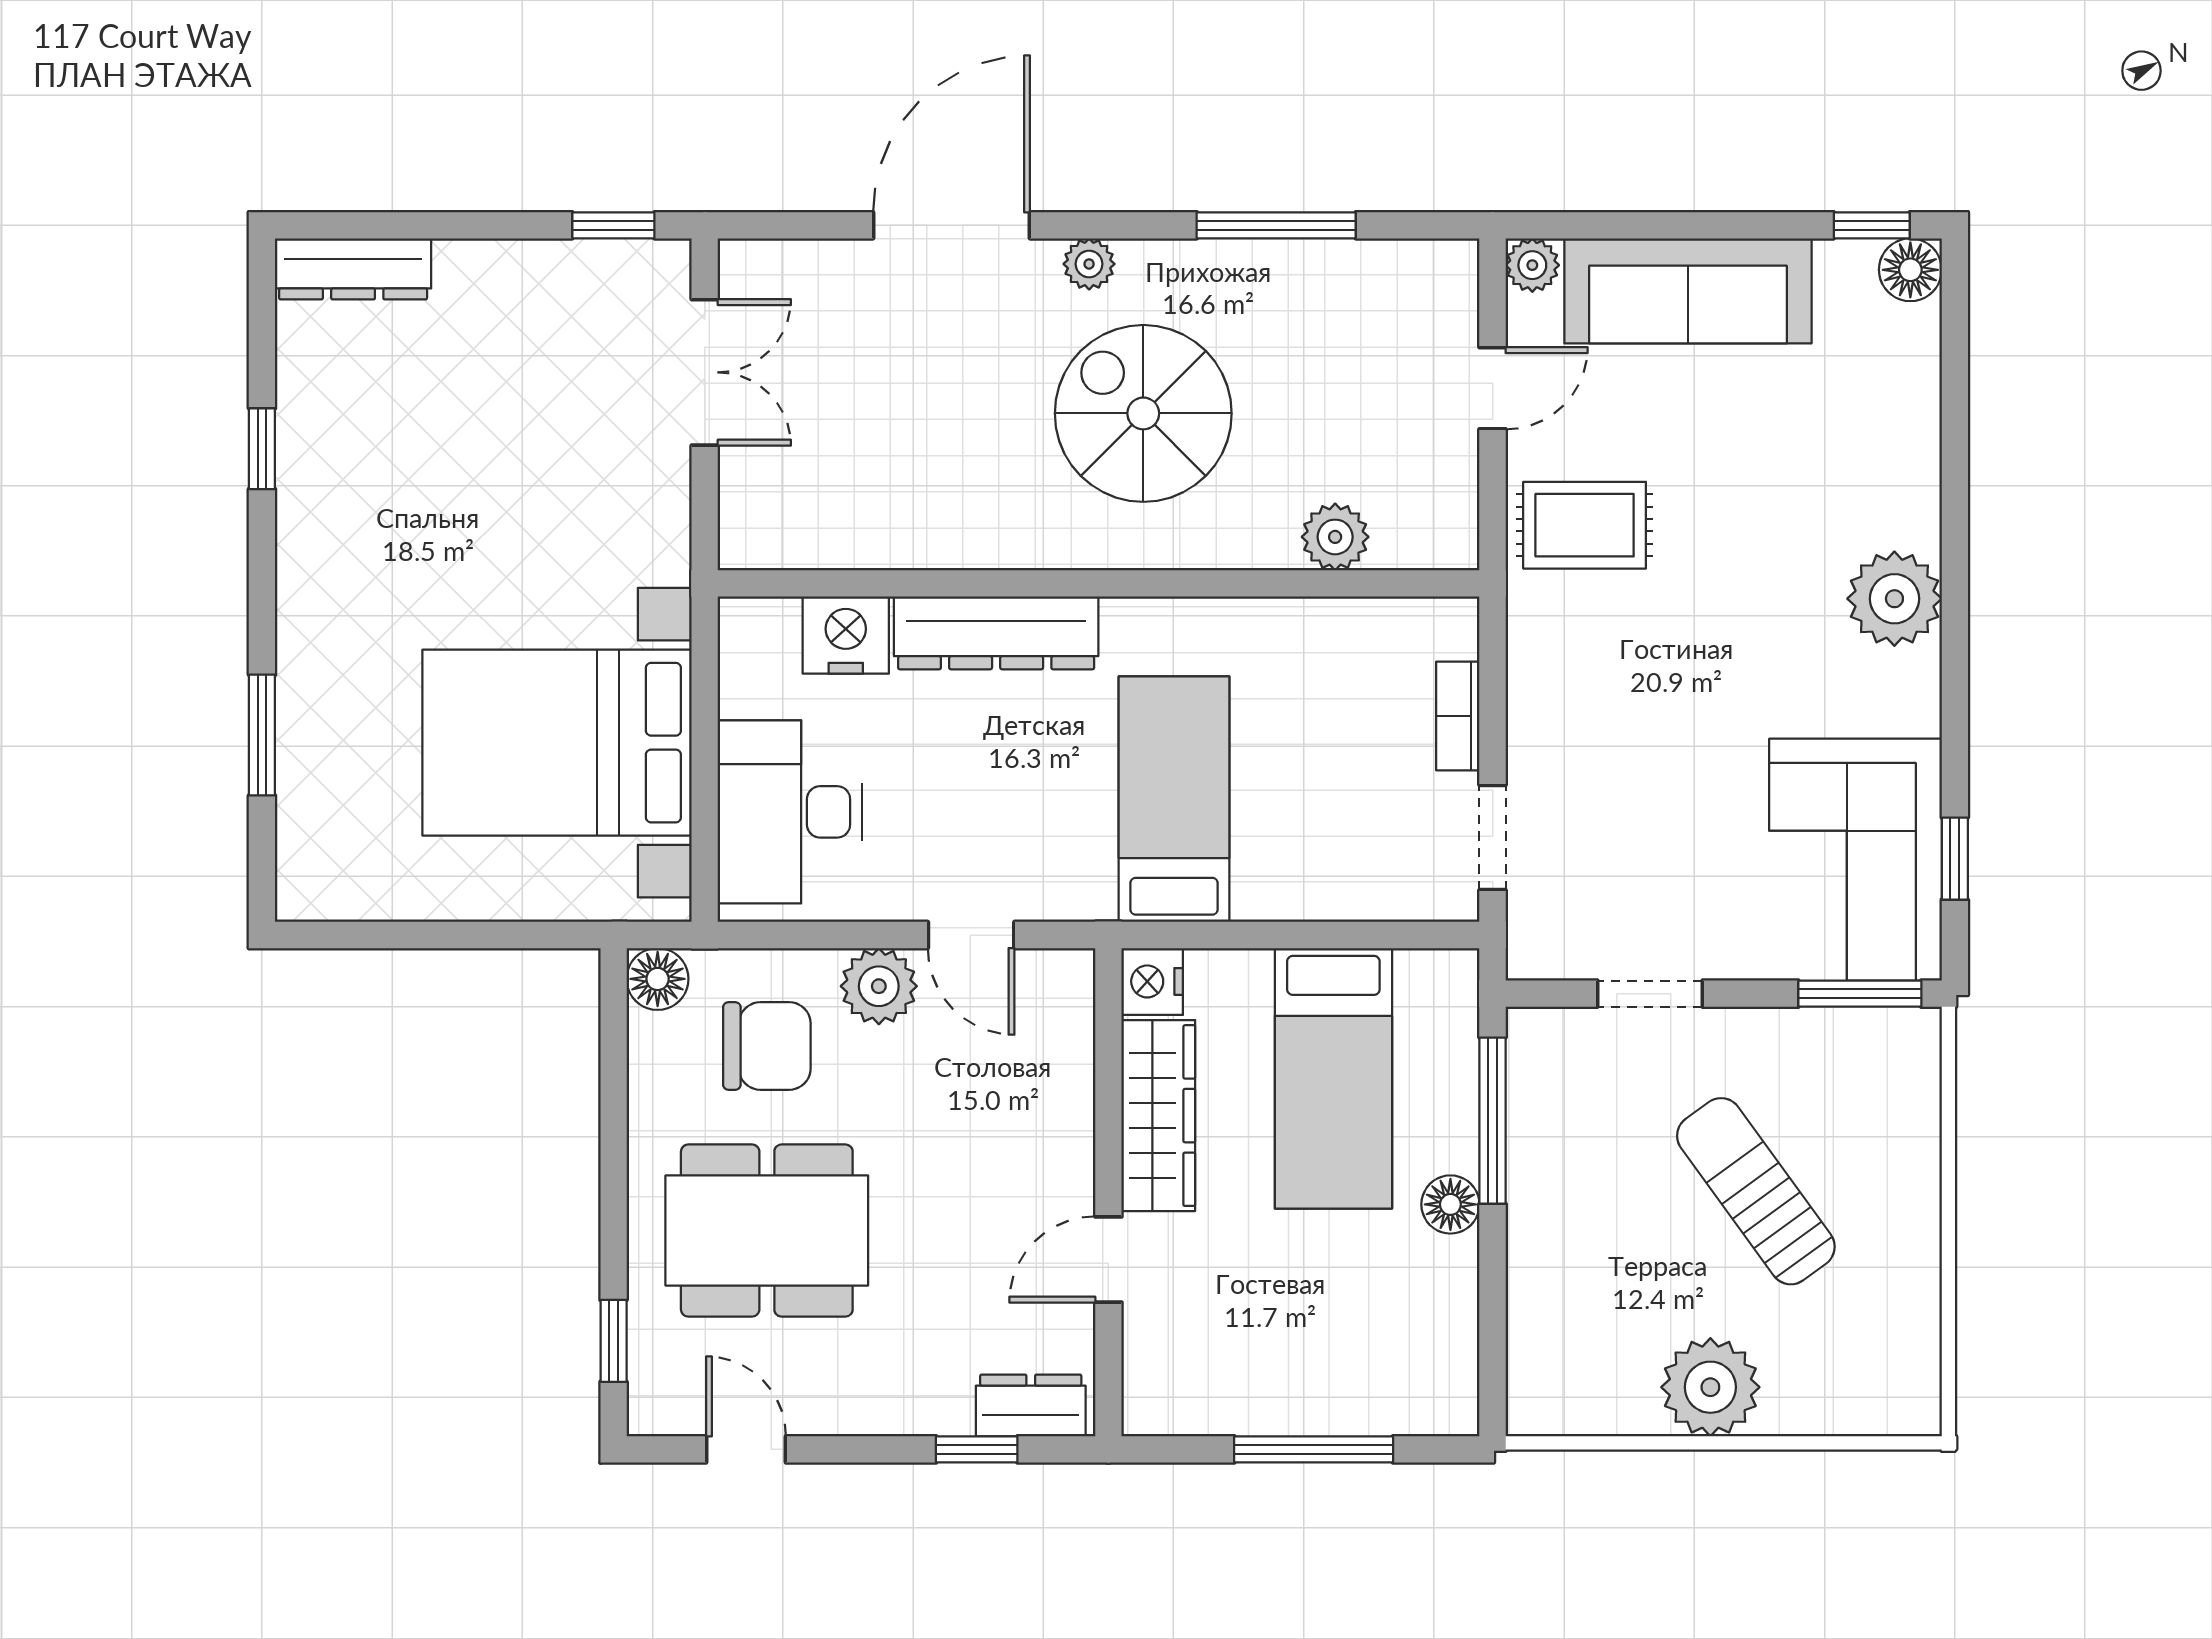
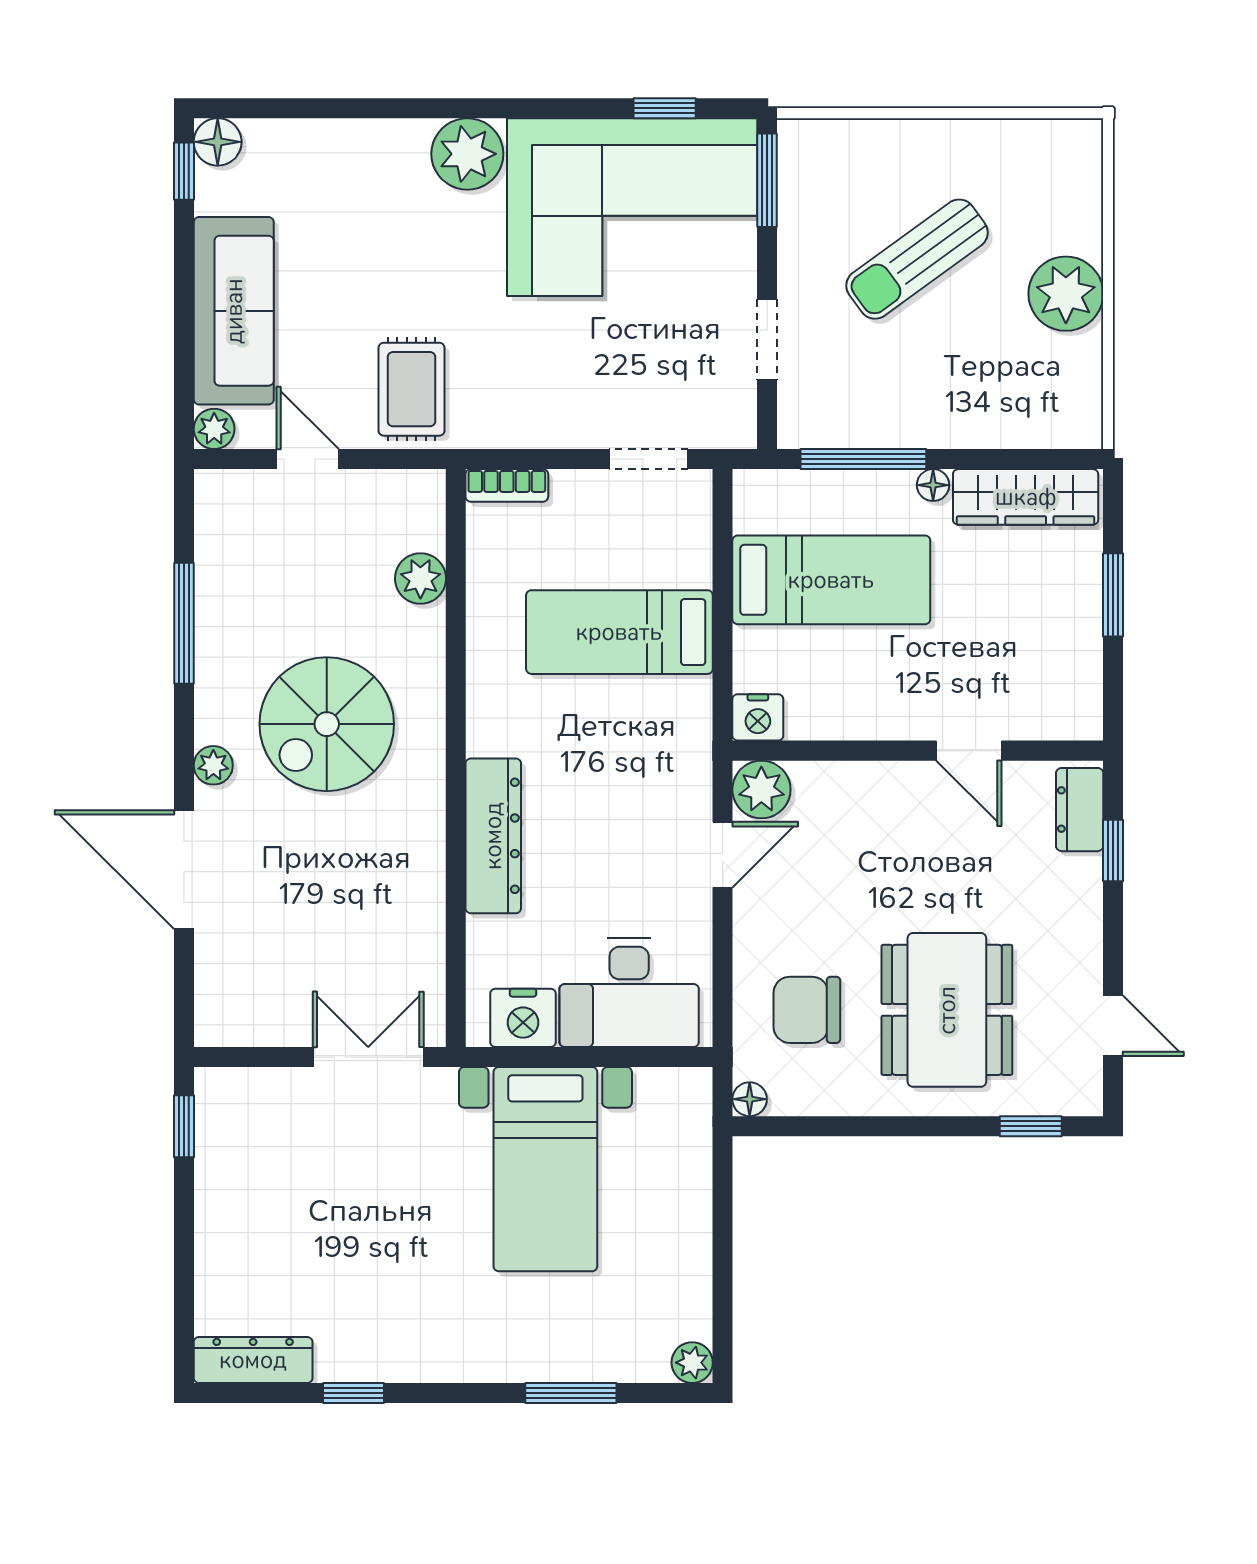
dresser: (353, 269) -> (253, 1360), moved, turned -90
double door: (705, 372) -> (368, 1057), moved
nightstand: (846, 635) -> (523, 1018), moved, turned -90
bookcase: (1458, 716) -> (507, 485), moved
bed with nightstands: (557, 743) -> (545, 1169), width x0.73
bed: (1174, 799) -> (619, 632), moved
corner sofa: (1855, 860) -> (632, 207), width x1.36, depth x1.36
plant: (302, 895) -> (692, 1363), added
floor lamp: (658, 979) -> (750, 1099), width x0.73, depth x0.73
plant: (879, 986) -> (761, 789), moved
chair: (767, 1046) -> (807, 1010), turned -90
wardrobe: (1158, 1116) -> (1026, 497), moved, turned 180
floor lamp: (1450, 1204) -> (933, 485), width x0.73, depth x0.73
door: (746, 1449) -> (1113, 1026), swing flipped
window: (1314, 1449) -> (1113, 595), width x0.69

